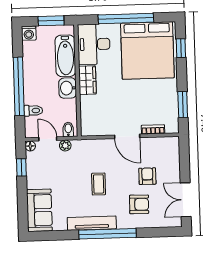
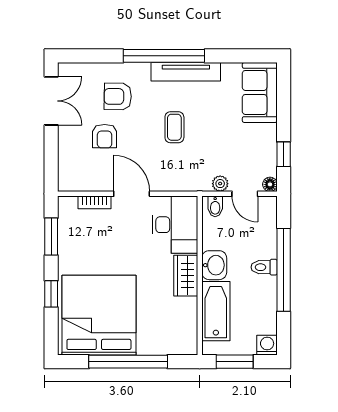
desk: (94, 44) -> (175, 225), moved
window: (181, 48) -> (51, 294), moved
toilet: (33, 111) -> (264, 267), moved

